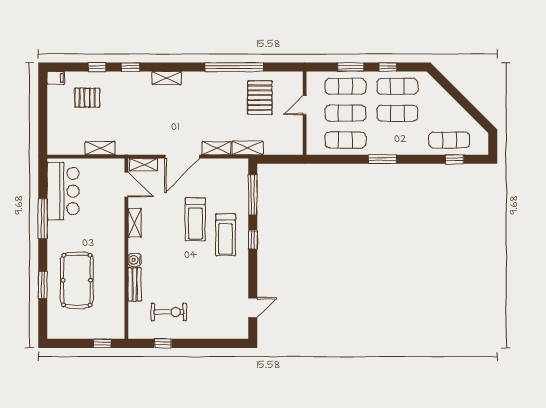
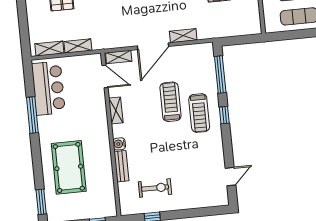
shelving: (248, 148) -> (49, 49), moved
treadmill: (195, 219) -> (170, 102), turned 180
window: (43, 285) -> (41, 202), moved

